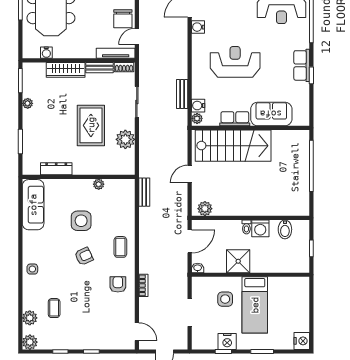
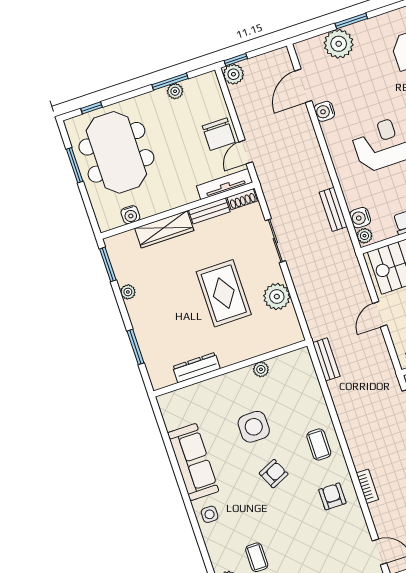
sofa: (33, 205) -> (193, 462), moved

